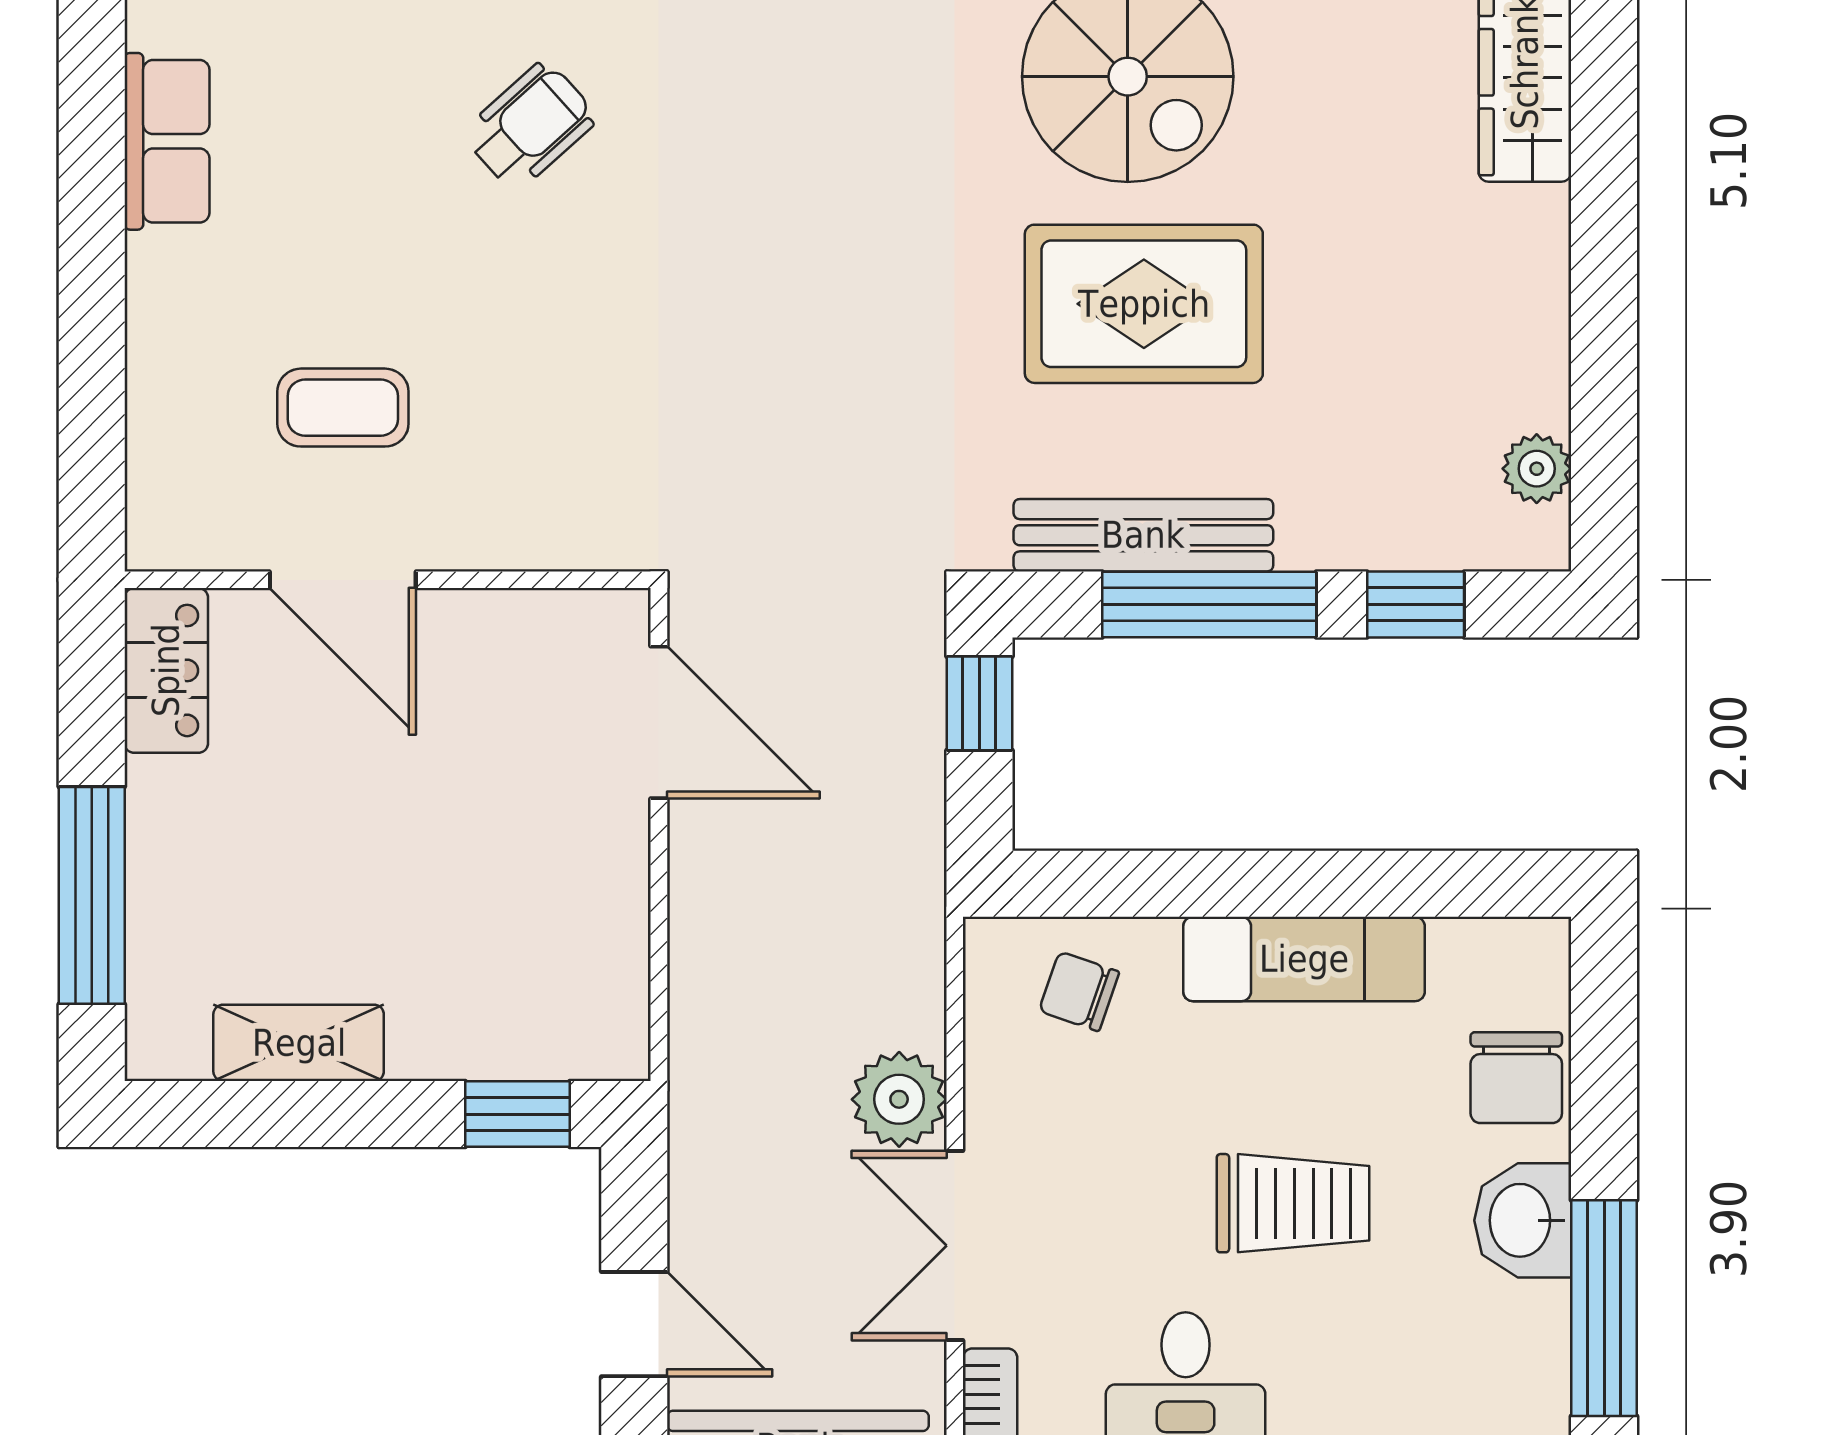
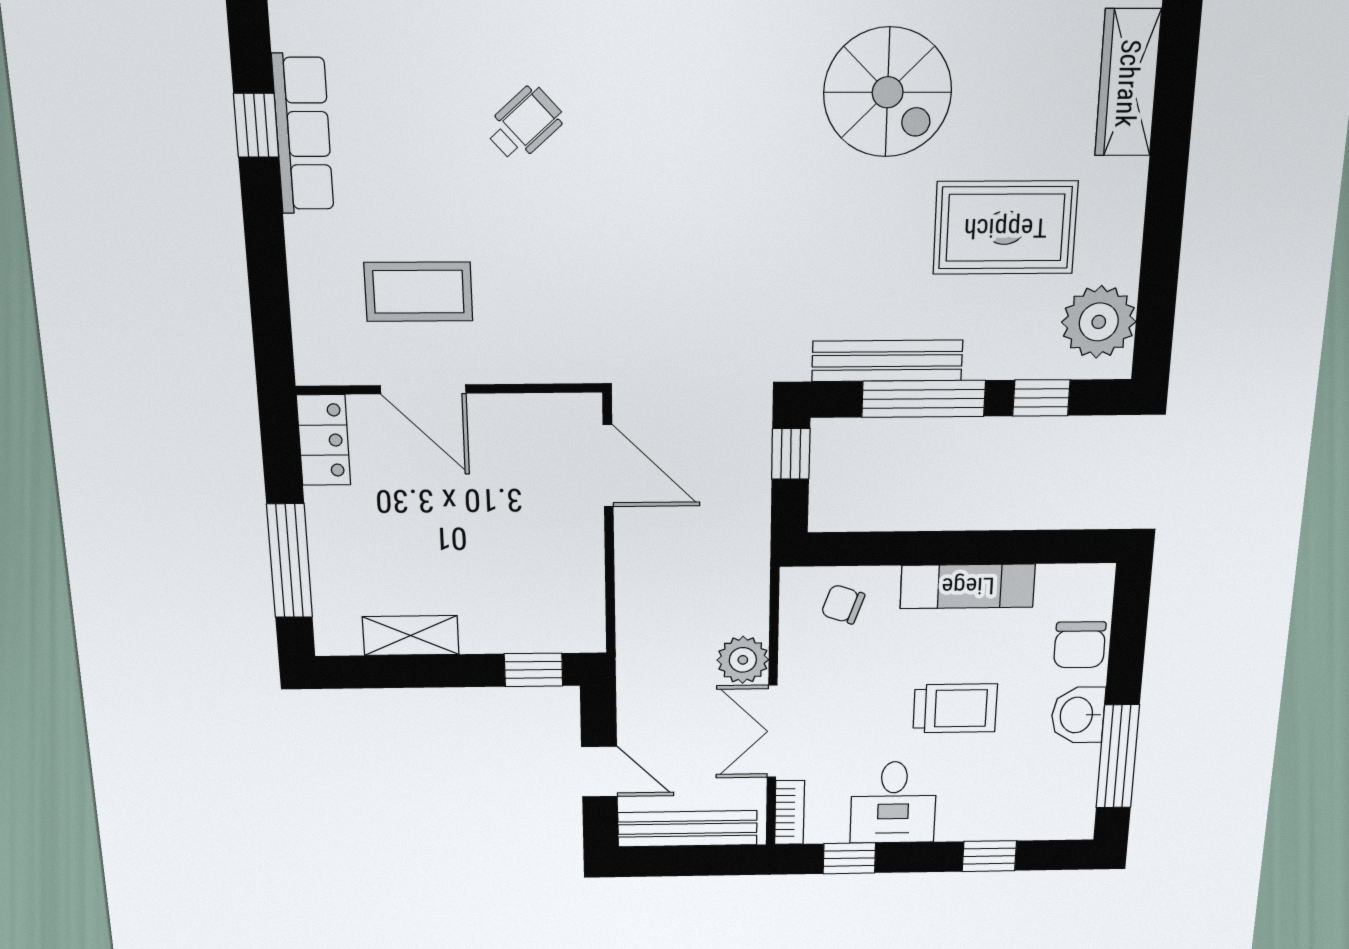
window: (92, 127) -> (256, 125), added
row of seats: (167, 141) -> (303, 134), width x1.48
rug: (1144, 304) -> (1005, 228), moved
coffee table: (343, 408) -> (418, 292), width x1.36, depth x1.30
plant: (1537, 469) -> (1099, 322), width x1.87, depth x1.87

